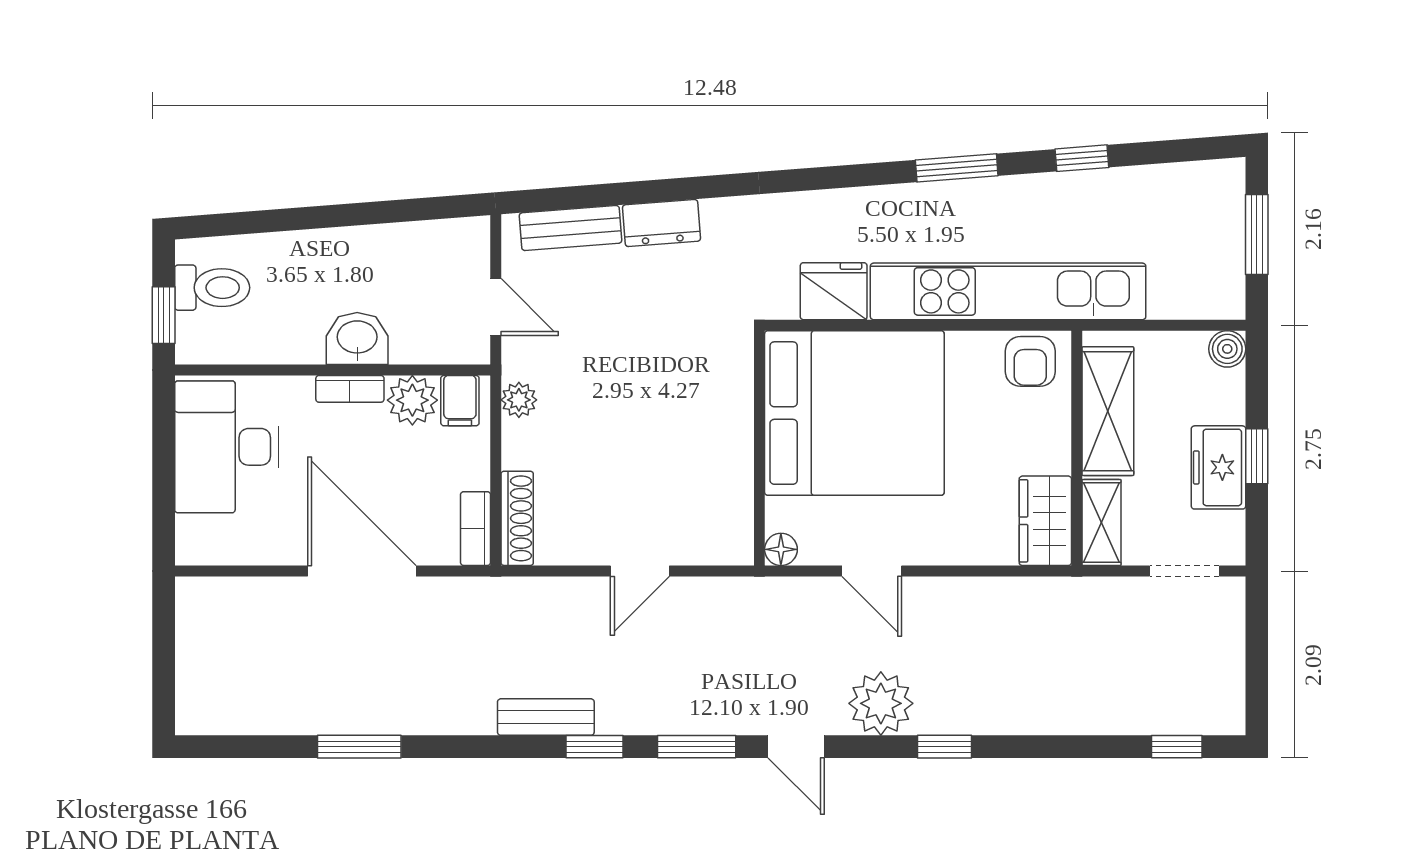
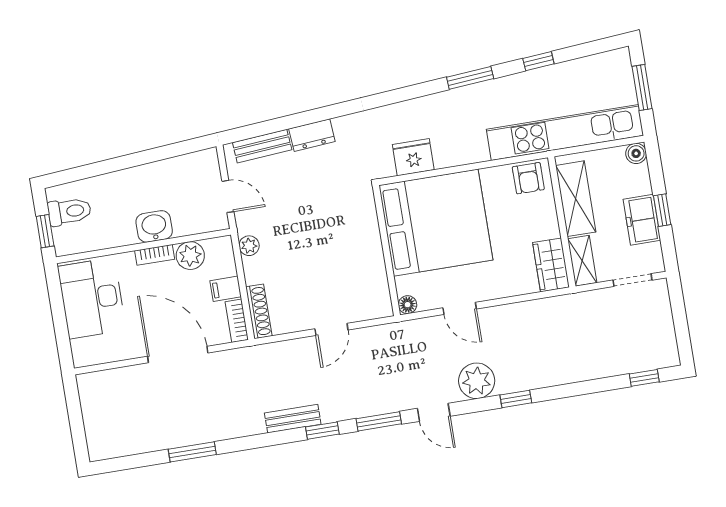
kitchen unit: (1008, 291) -> (565, 132), moved
filing cabinet: (460, 401) -> (226, 289), moved, turned 90

